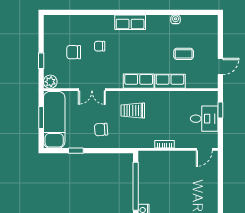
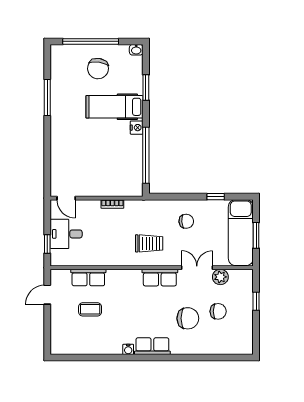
water cooler: (175, 19) -> (128, 349), moved
chair: (100, 46) -> (188, 318), width x1.87, depth x1.87
row of seats: (139, 81) -> (160, 278), moved
row of seats: (170, 81) -> (88, 278), moved
plant: (50, 82) -> (220, 277), moved
door: (204, 149) -> (66, 198), swing flipped

